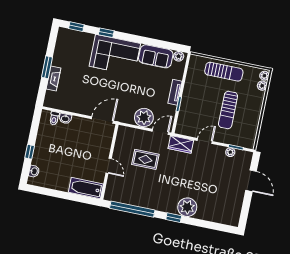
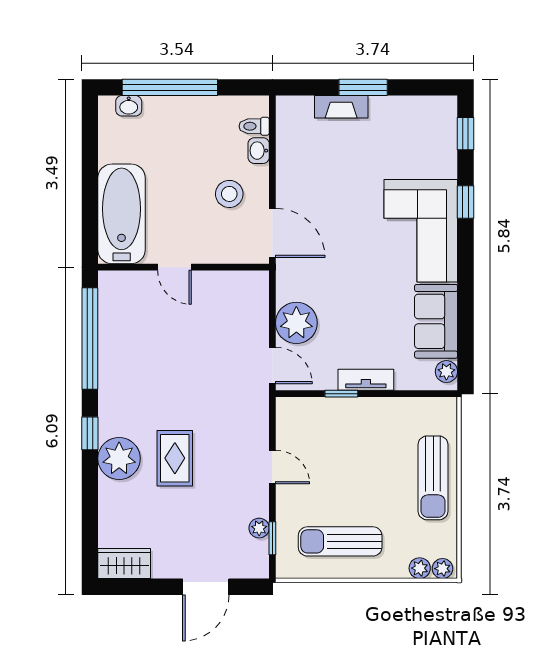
sun lounger: (228, 110) -> (340, 541), moved
stool: (82, 135) -> (229, 194), added
wardrobe: (181, 144) -> (124, 564), moved, turned 90
window: (30, 152) -> (170, 87), width x3.17
rug: (145, 159) -> (175, 458), moved
door: (109, 166) -> (174, 267), hinge flipped
bathtub: (86, 188) -> (122, 214), width x1.36, depth x1.36

